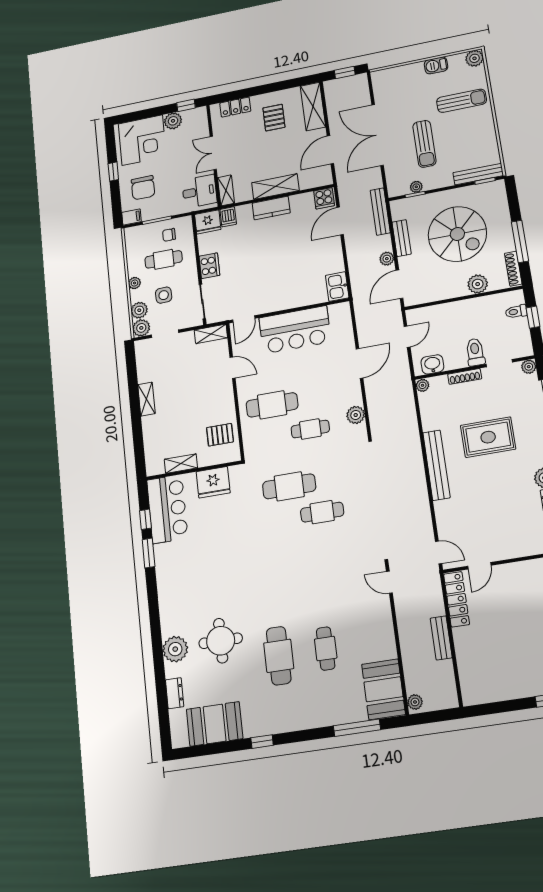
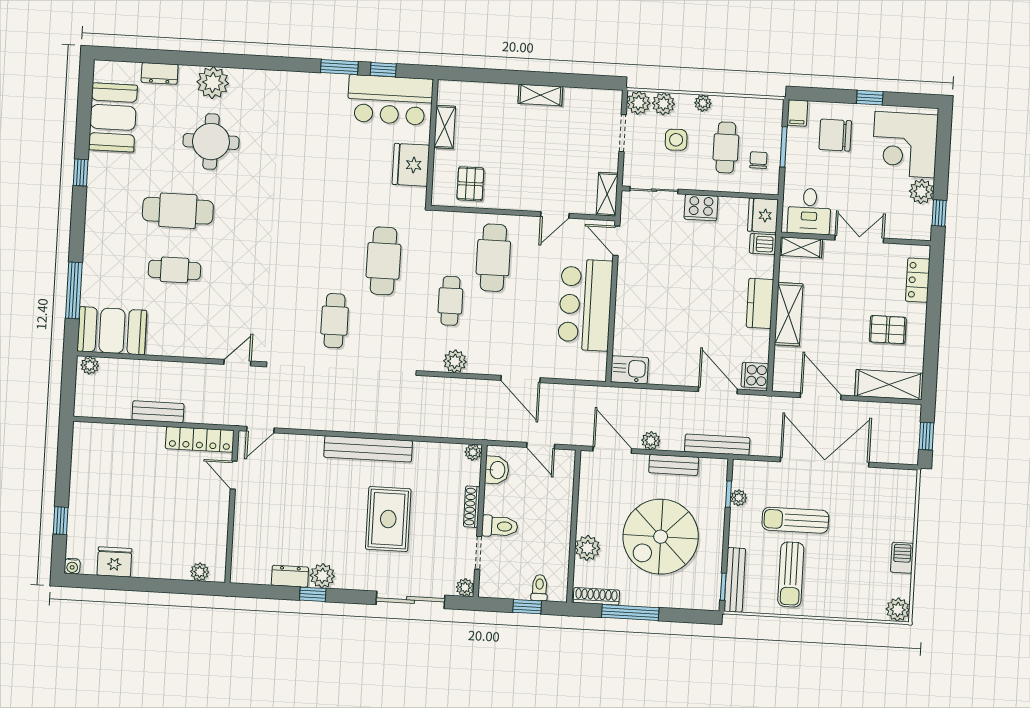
sun lounger: (462, 101) -> (791, 574), moved
cafe table: (322, 512) -> (335, 321), moved

